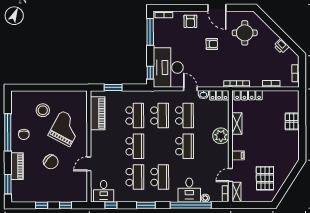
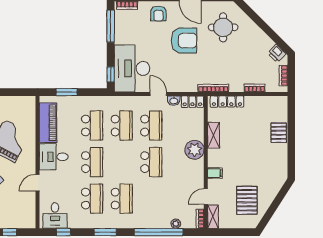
armchair: (212, 44) -> (184, 41), width x1.88, depth x1.88
printer: (281, 46) -> (277, 53), moved
desk: (189, 190) -> (54, 157), moved, turned 90

